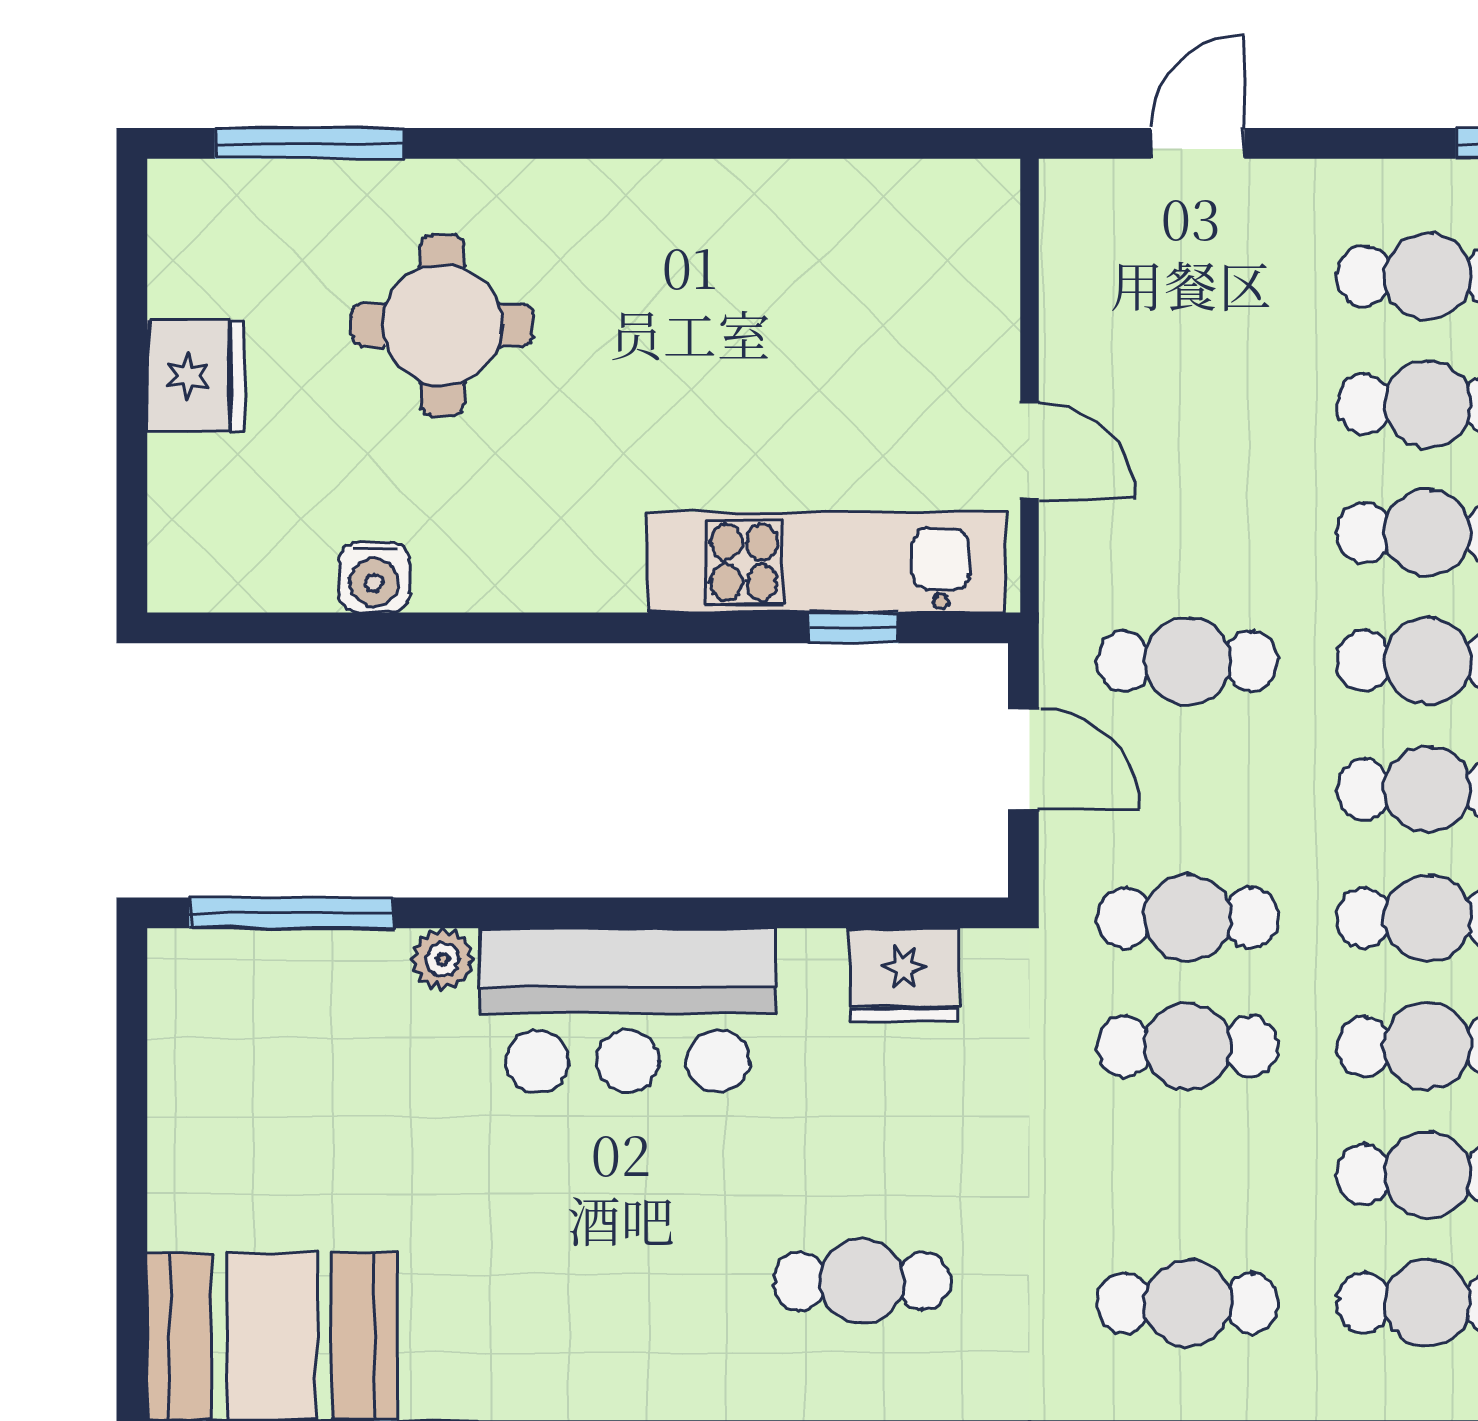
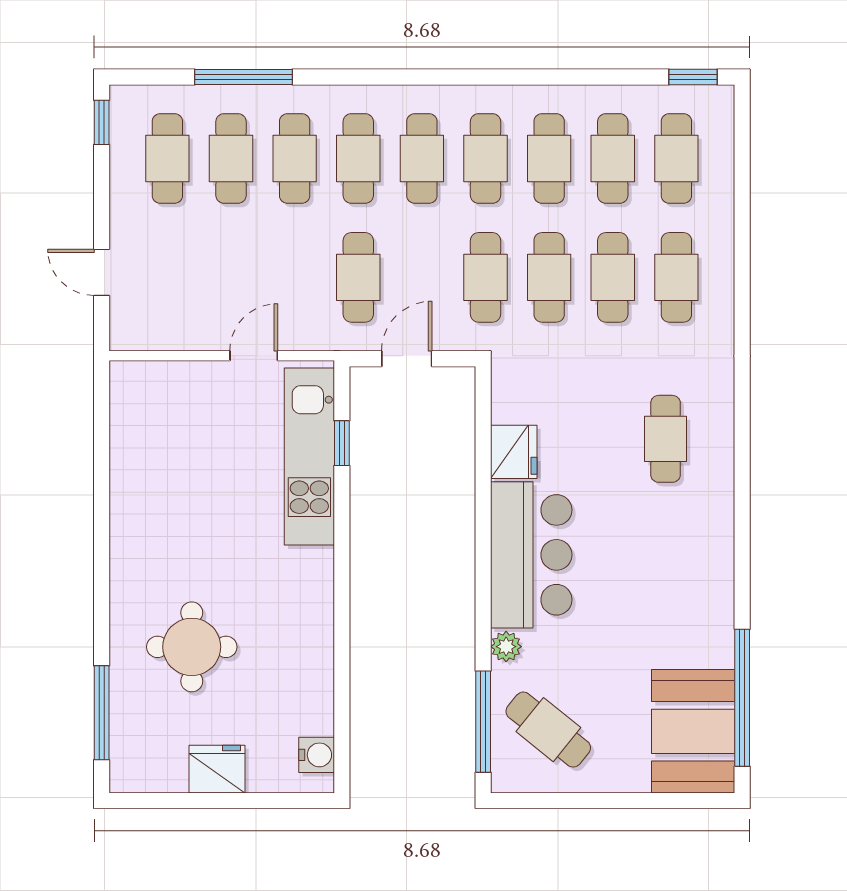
water cooler: (374, 577) -> (317, 755), moved
fridge: (904, 975) -> (514, 452), moved
cafe table: (275, 1044) -> (548, 730), added
cafe table: (1188, 1175) -> (613, 277), added

